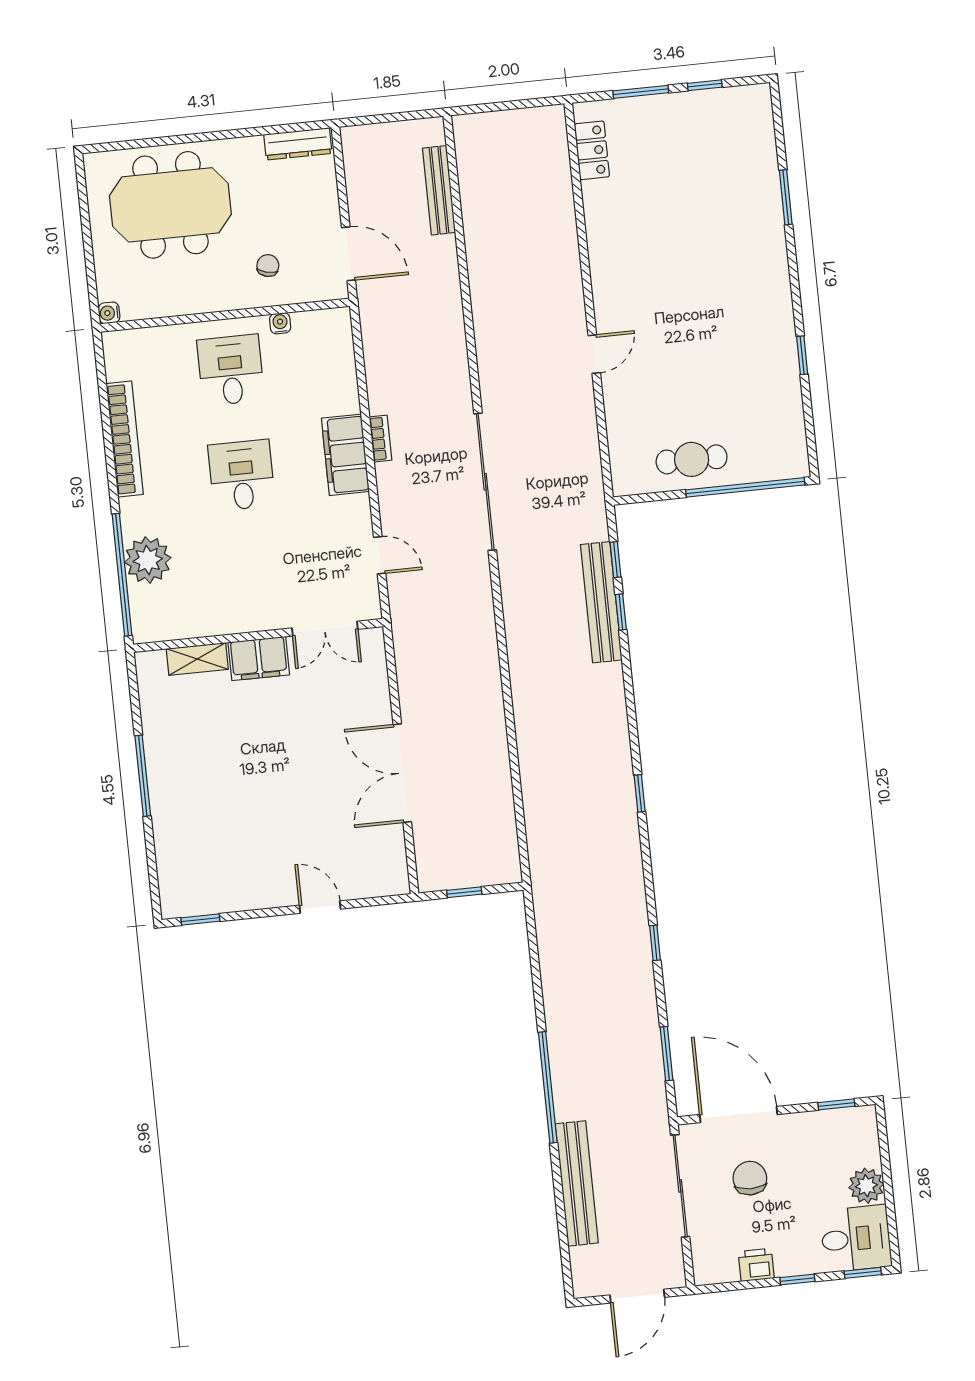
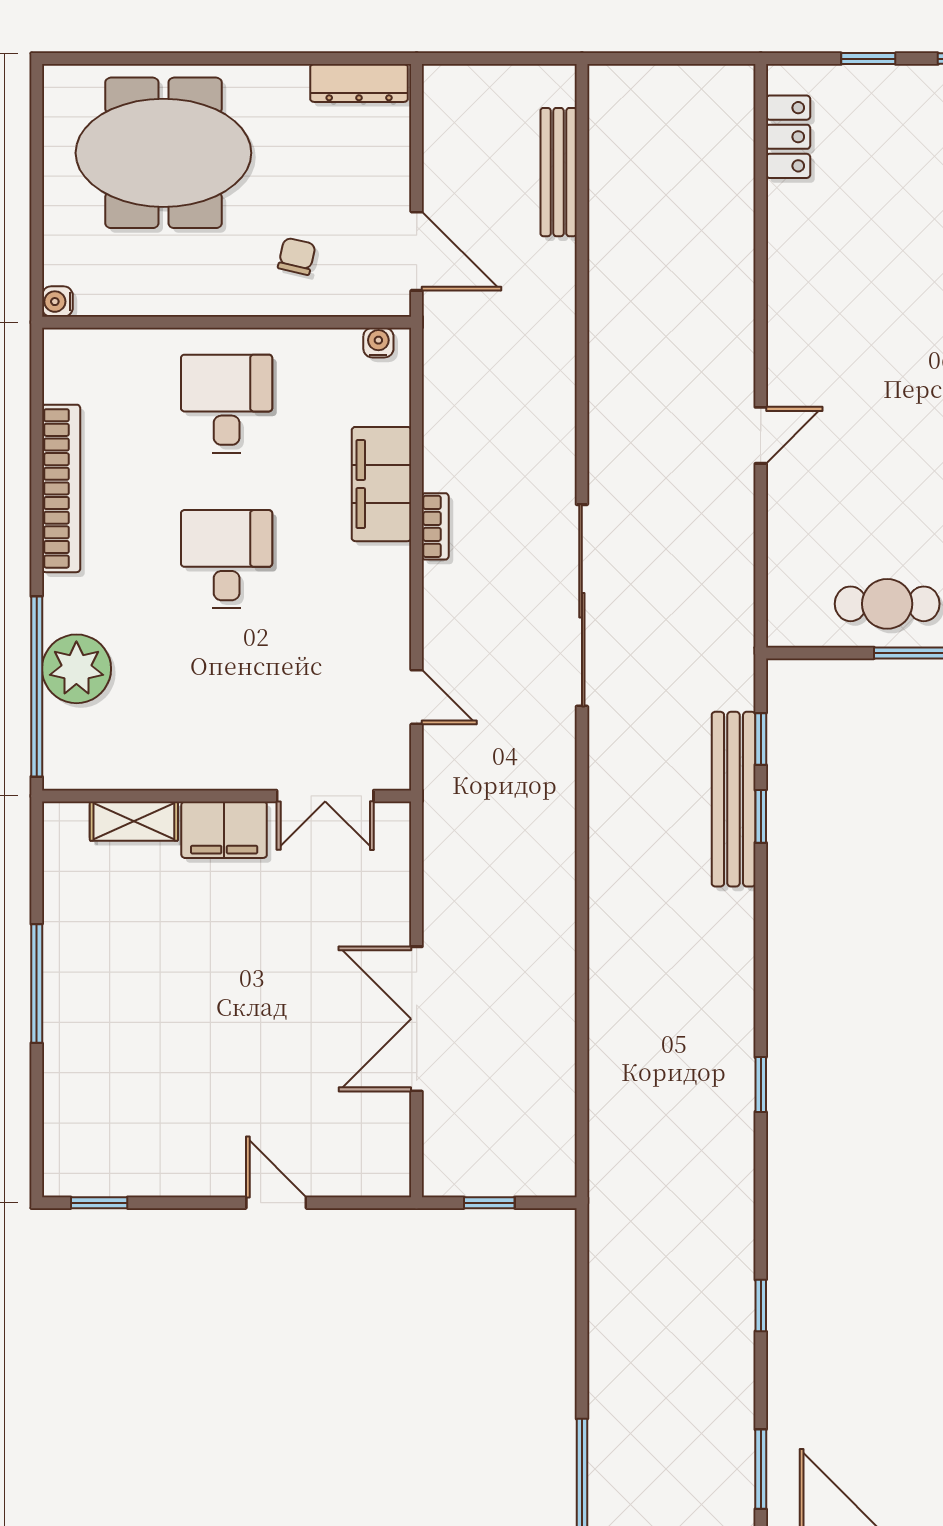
window: (641, 92) -> (868, 59), width x0.67
water cooler: (280, 323) -> (378, 343), moved
filing cabinet: (345, 455) -> (381, 484), moved

